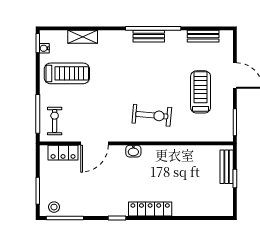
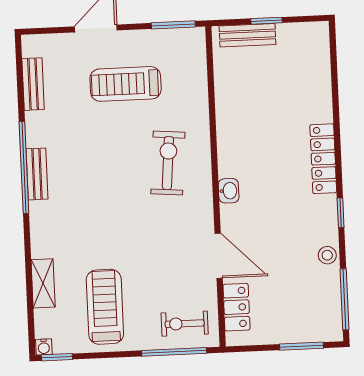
water cooler: (44, 48) -> (44, 347), moved
stool: (54, 207) -> (327, 255), moved

